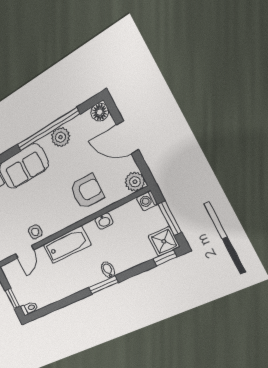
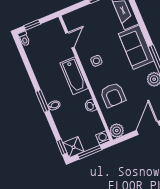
side table: (35, 232) -> (96, 61), moved
door: (25, 252) -> (70, 40), swing flipped

